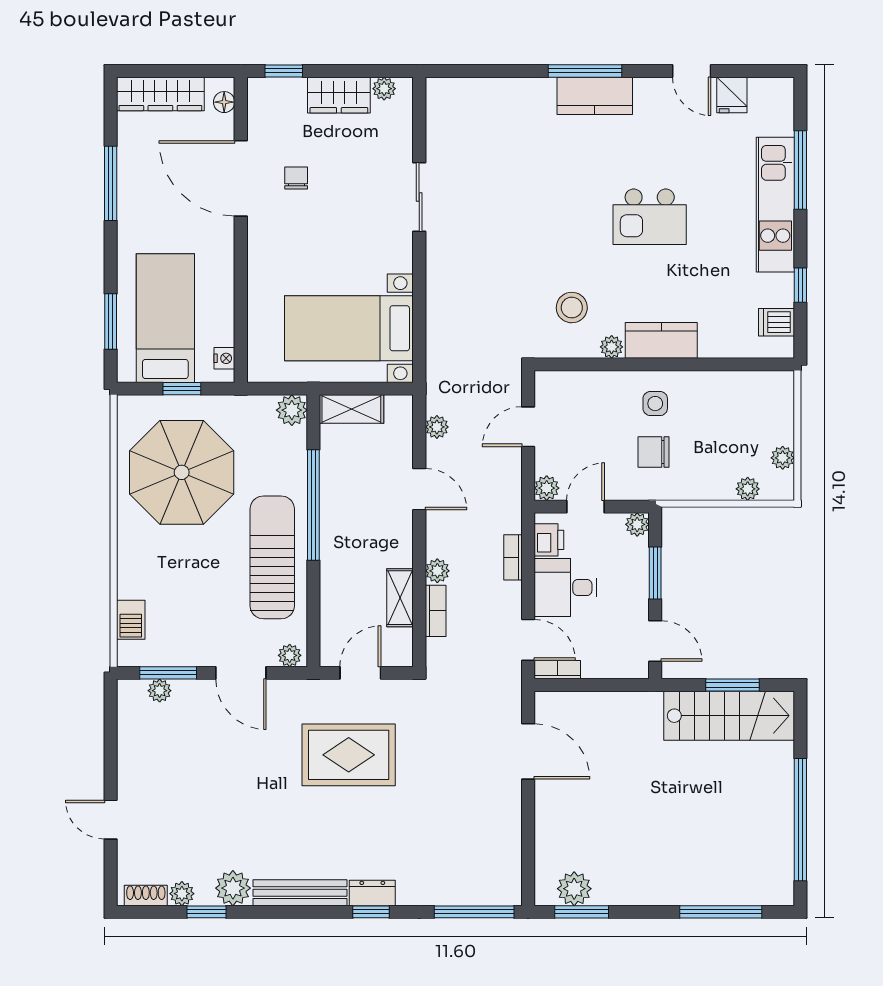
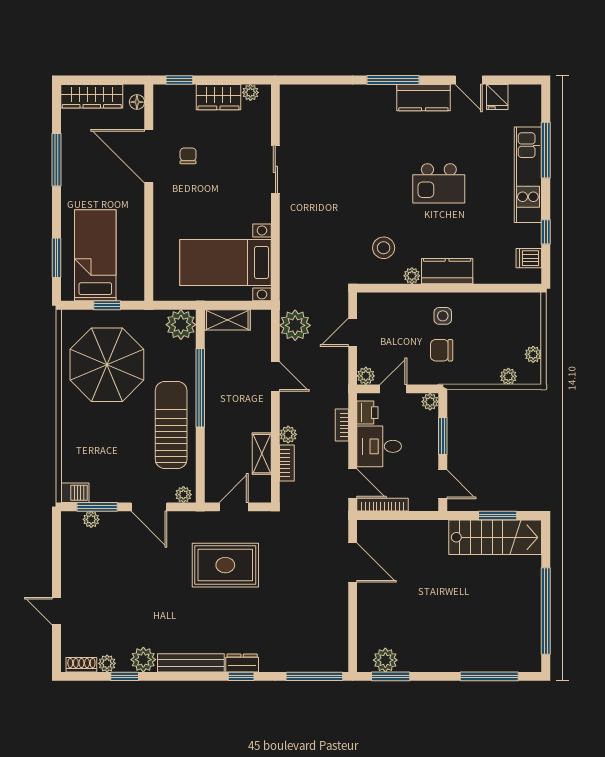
kitchen counter: (595, 96) -> (423, 98), moved
nightstand: (224, 358) -> (137, 284), removed
plant: (292, 410) -> (181, 325), width x1.36, depth x1.36
plant: (437, 427) -> (295, 325), width x1.88, depth x1.88
barbecue: (131, 620) -> (75, 493), moved, turned -90
bookcase: (557, 670) -> (382, 505), width x1.56

